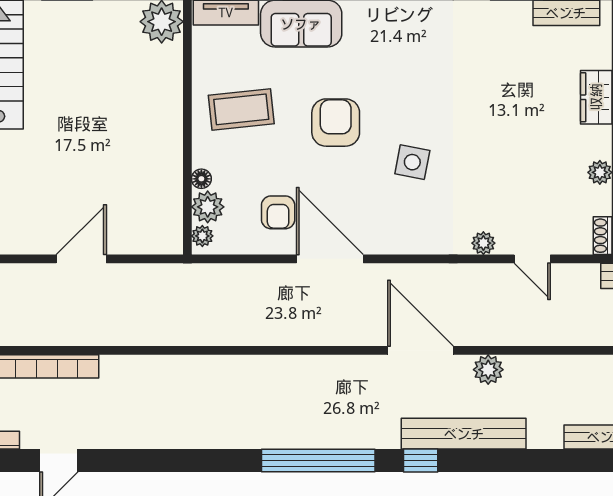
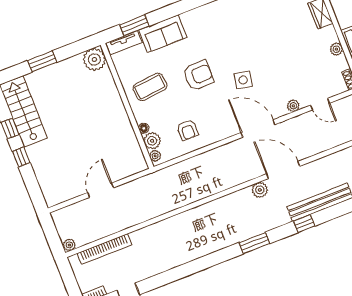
armchair: (336, 123) -> (198, 75), turned 90
door: (330, 259) -> (258, 128), moved
plant: (488, 370) -> (260, 190), moved
window: (318, 460) -> (254, 243), width x0.47

